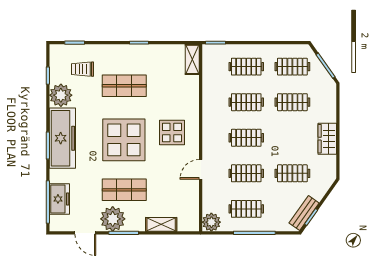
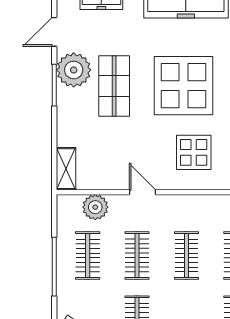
plant: (211, 222) -> (95, 207), moved
shelving: (161, 224) -> (66, 169), moved

